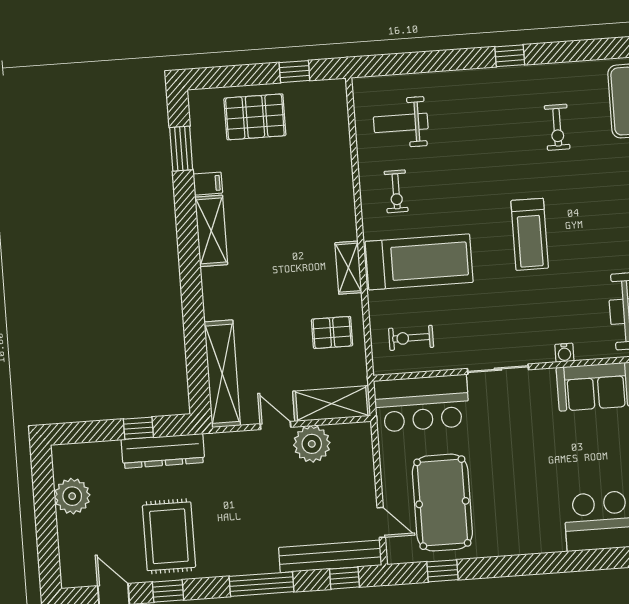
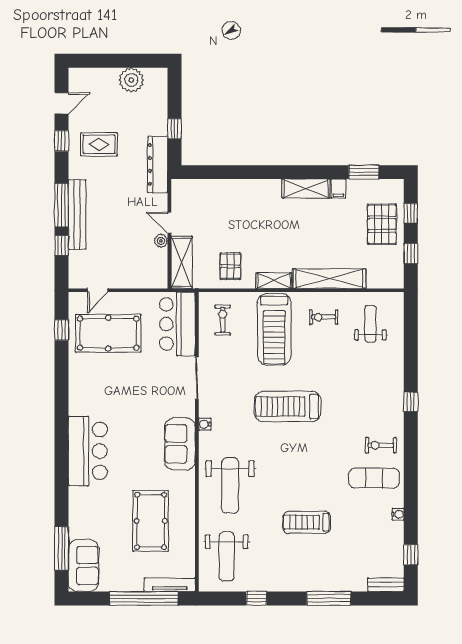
window: (236, 76) -> (411, 213), added
exercise bike: (557, 127) -> (381, 445), moved
treadmill: (530, 234) -> (288, 406), width x1.37, depth x1.38
shelving: (222, 374) -> (329, 279), moved
door: (275, 426) -> (169, 223), swing flipped
plant: (312, 444) -> (161, 241), width x0.53, depth x0.53
dresser: (163, 451) -> (158, 164), moved
rug: (169, 536) -> (99, 144), width x0.73, depth x0.70
bench: (330, 556) -> (77, 215), moved
window: (344, 578) -> (62, 245), moved

